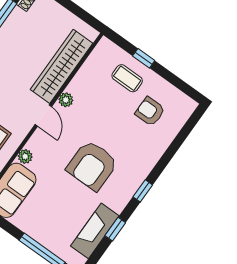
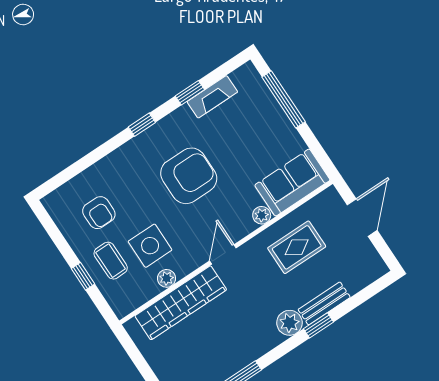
plant: (66, 100) -> (167, 278), moved
side table: (101, 101) -> (150, 246), added
fireplace: (95, 231) -> (212, 97), width x0.73, depth x0.76

